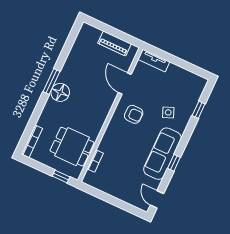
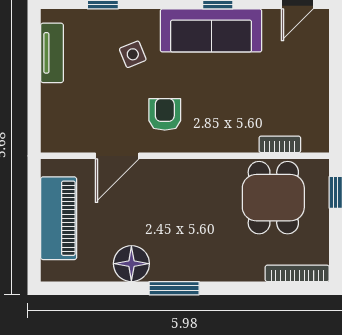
piano: (115, 43) -> (59, 218), width x1.37, depth x1.33
tv unit: (154, 60) -> (52, 53), moved
floor lamp: (60, 92) -> (131, 264), moved

